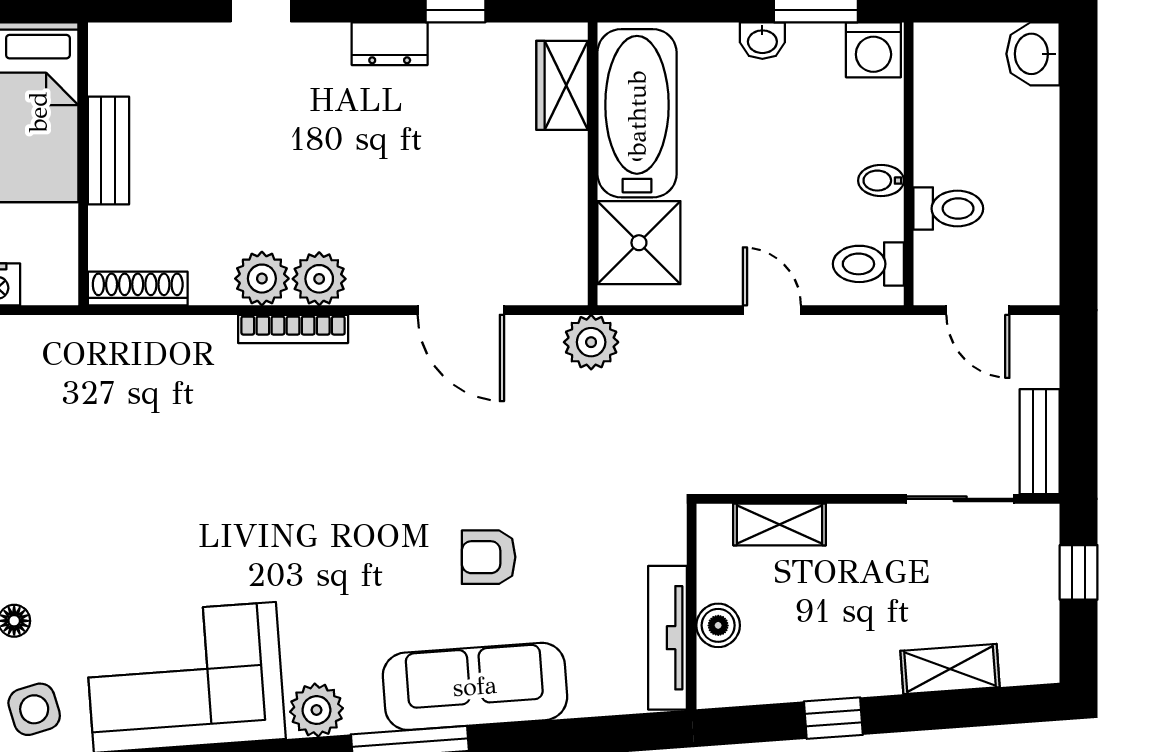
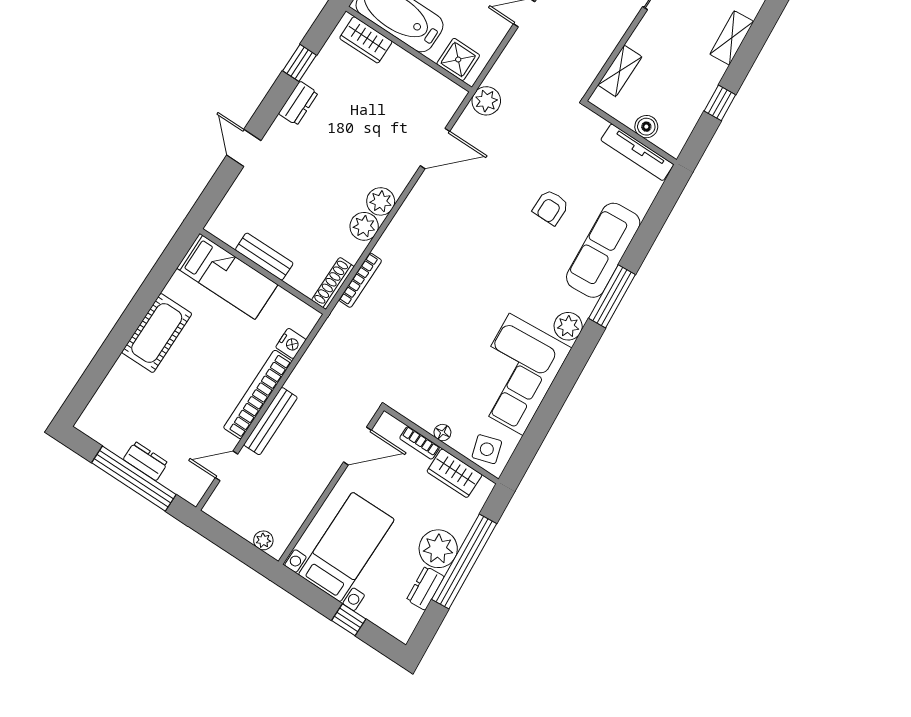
shower: (639, 243) -> (458, 59), width x0.73, depth x0.73
bookcase: (293, 329) -> (360, 280), moved

